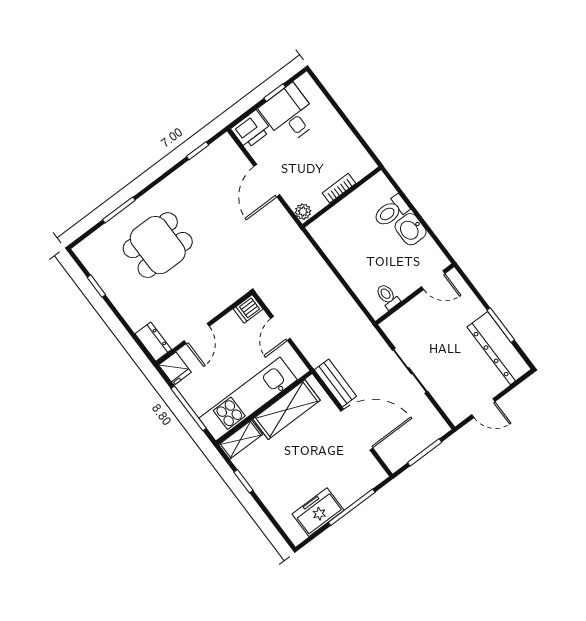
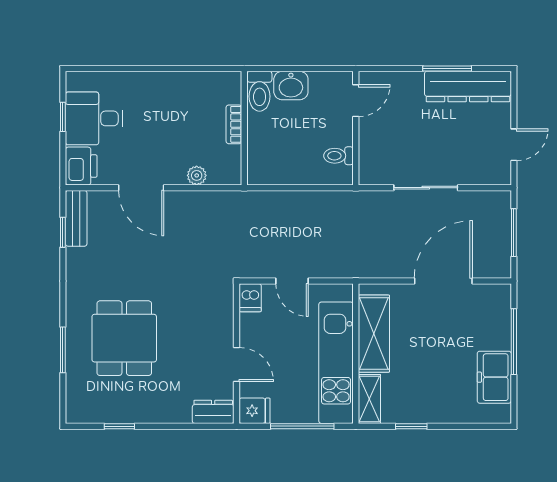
bookcase: (339, 188) -> (234, 124), moved
wall: (342, 197) -> (244, 128), moved
bench: (335, 383) -> (76, 218), moved, turned 90

